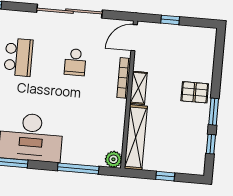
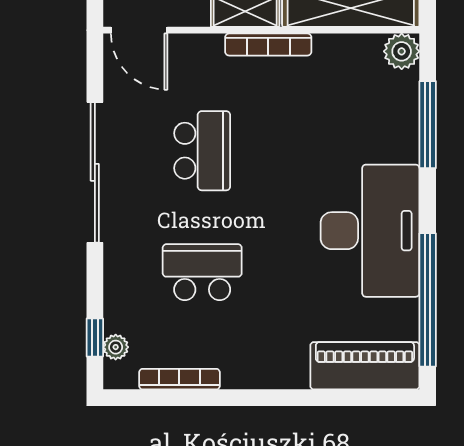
school desk: (75, 62) -> (202, 151), width x1.85
bookcase: (124, 78) -> (268, 45), moved

